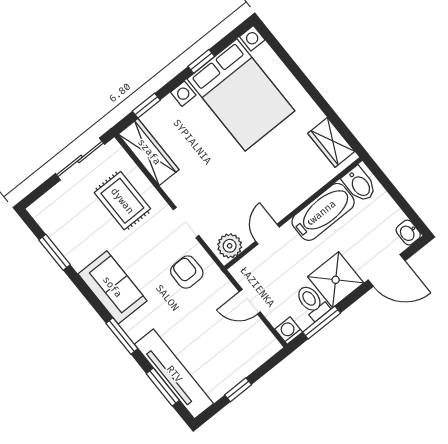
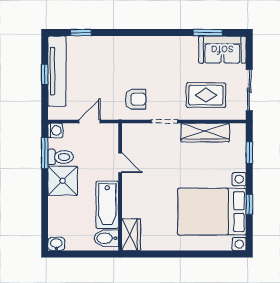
wardrobe: (331, 142) -> (131, 235), moved, turned 90
wardrobe: (149, 152) -> (205, 133), moved
plant: (230, 246) -> (131, 136), removed
door: (387, 270) -> (45, 214), removed
sofa: (112, 287) -> (222, 50), moved
window: (122, 336) -> (129, 33), removed
tv unit: (174, 374) -> (57, 71), moved, turned -90
window: (163, 387) -> (81, 33), width x0.67

